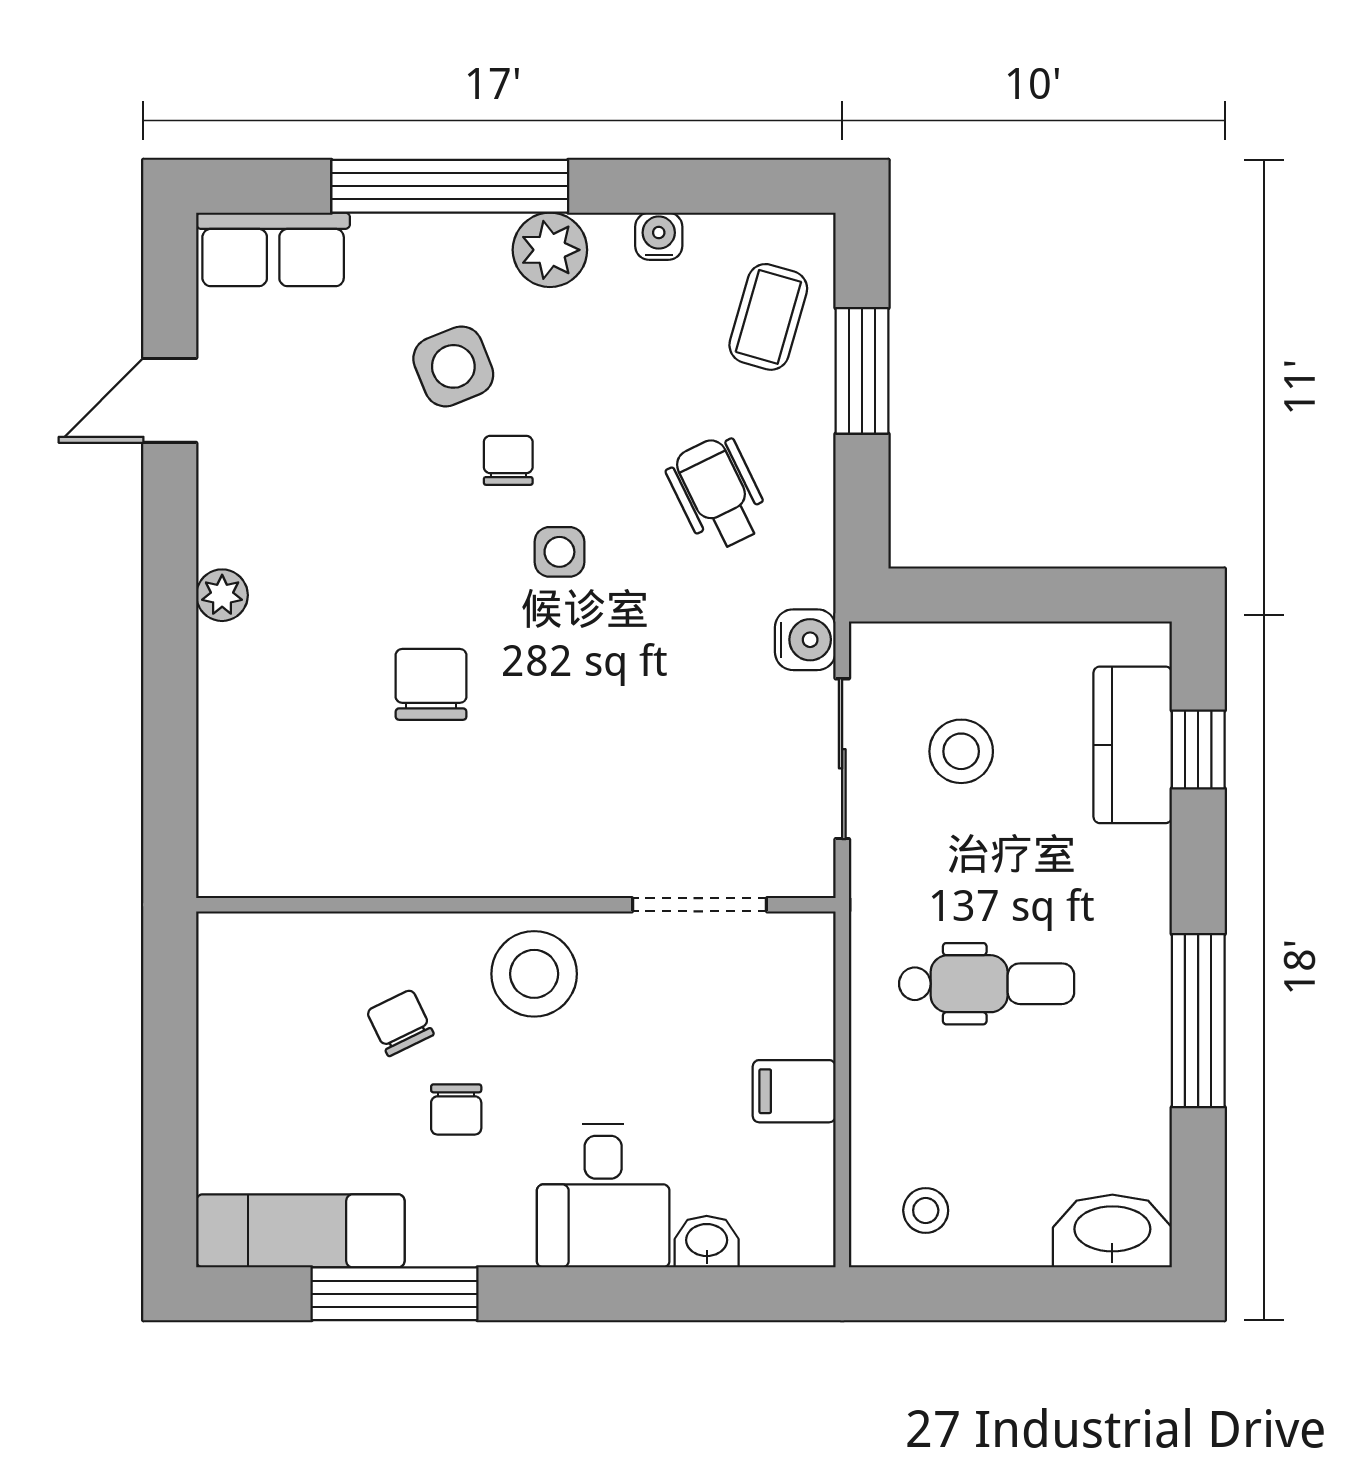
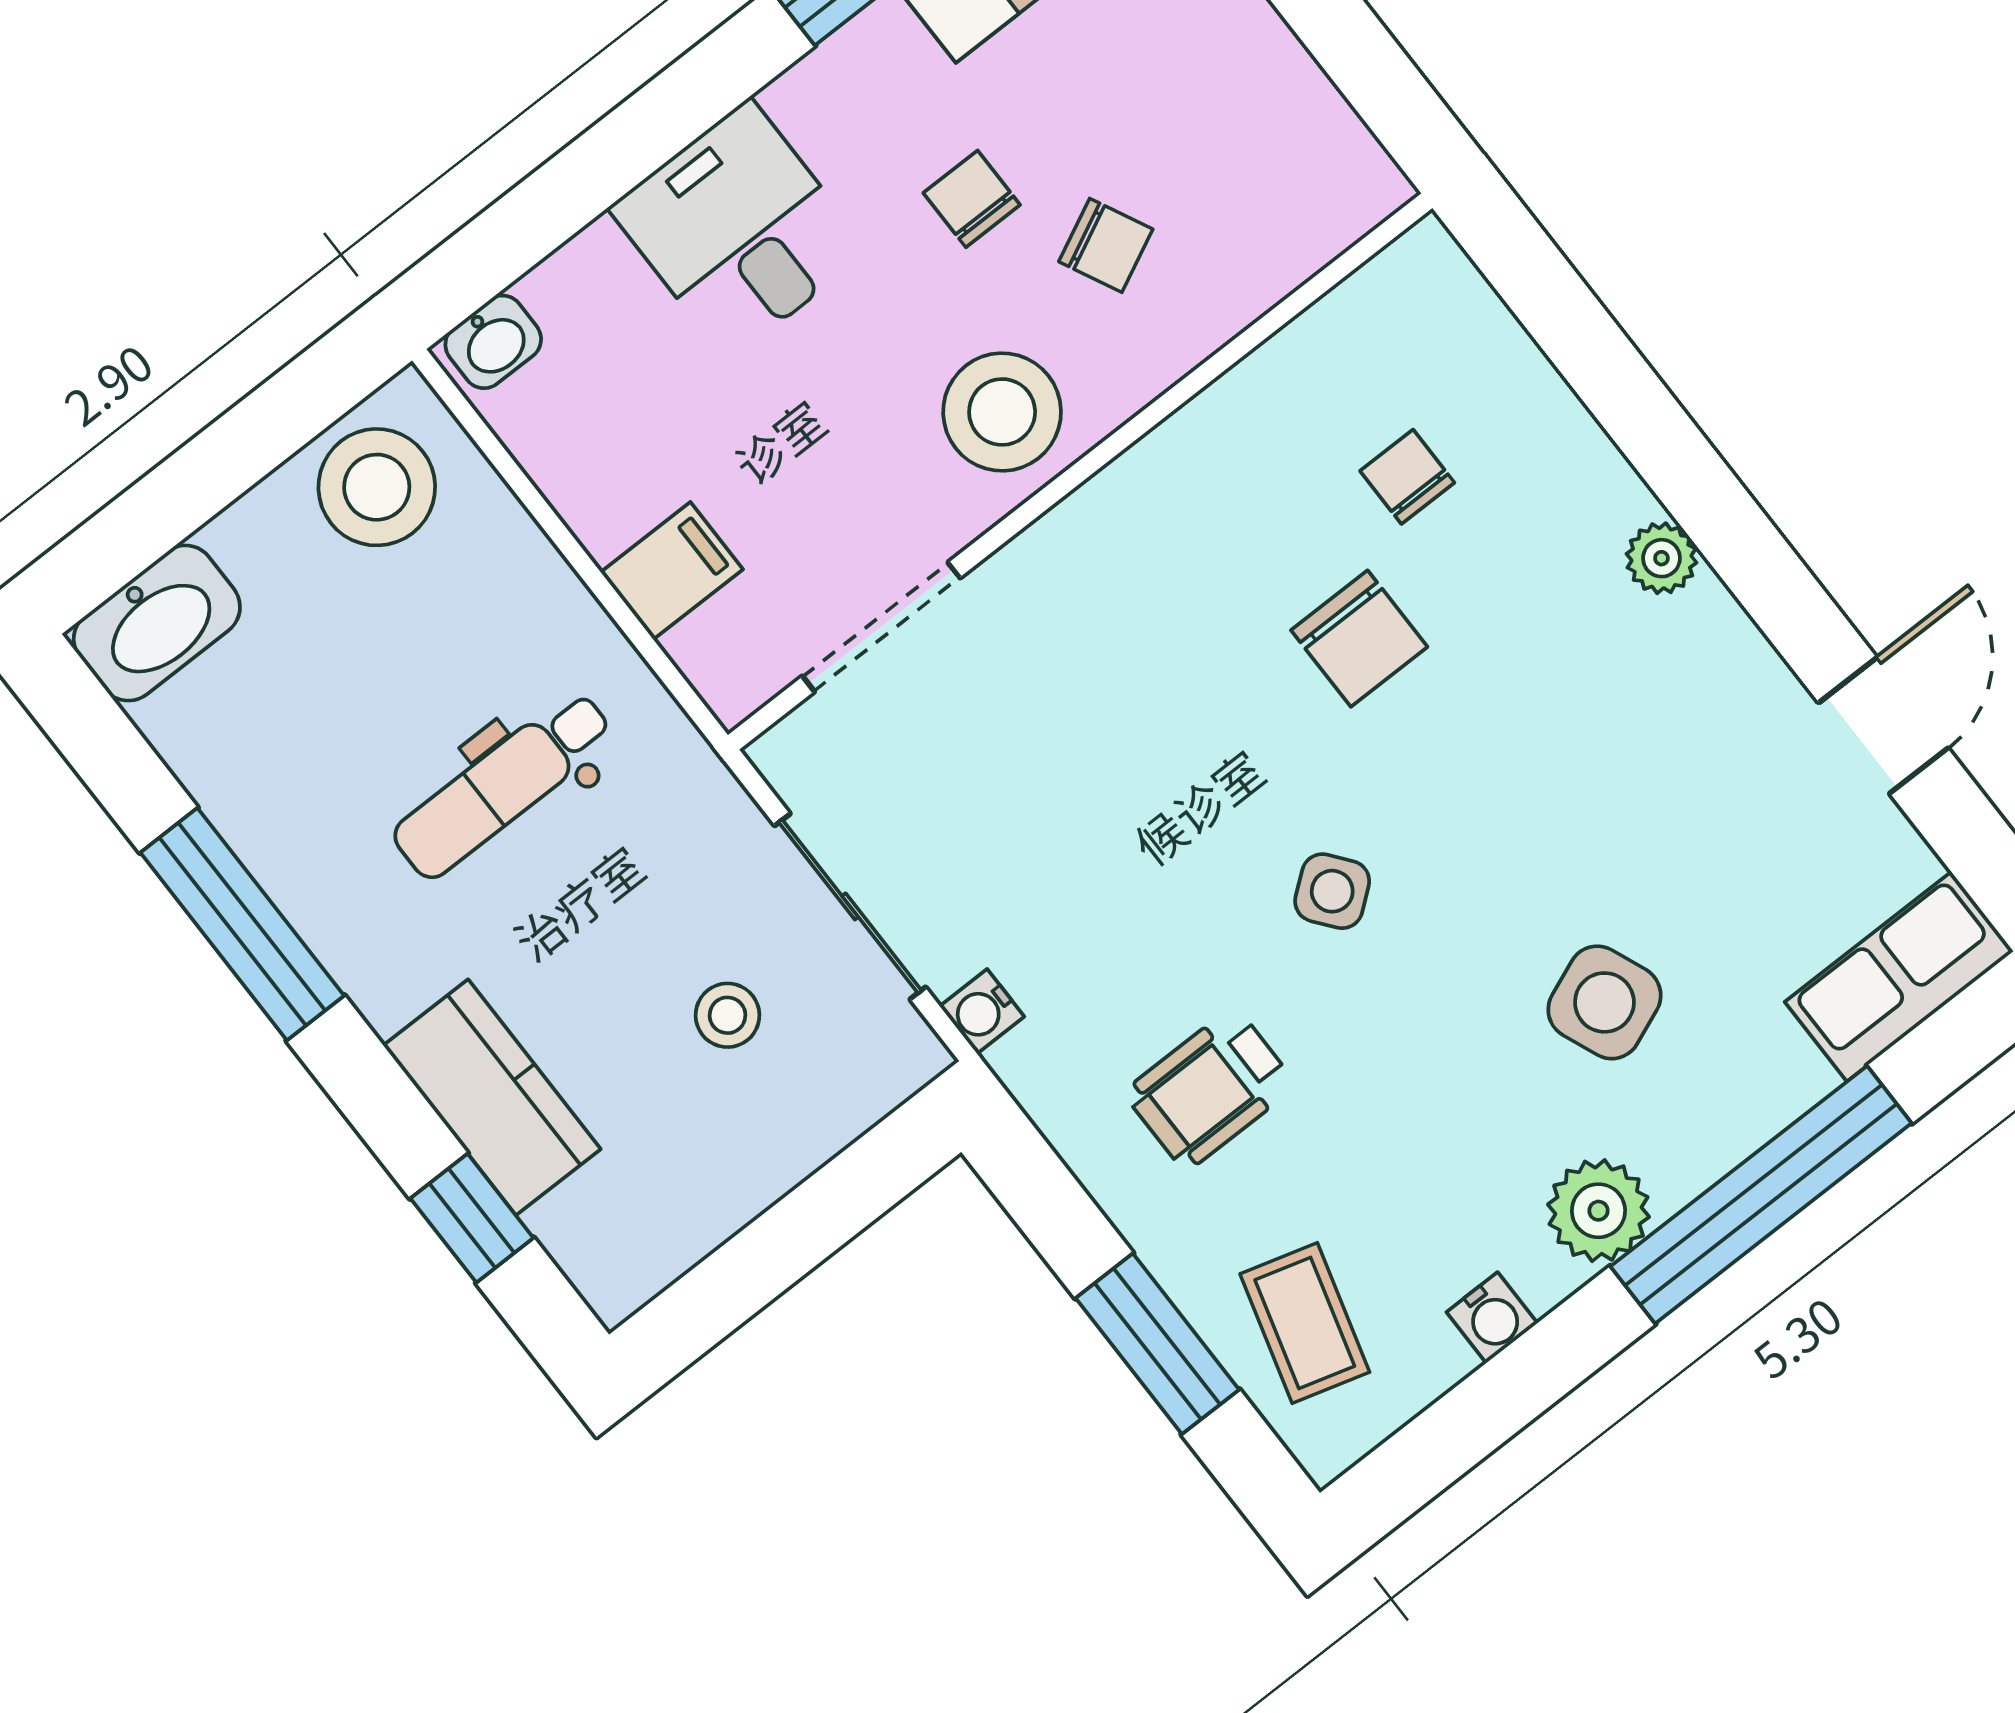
chair: (508, 460) -> (1407, 477), moved, turned 180
wheelchair: (718, 493) -> (1210, 1089), turned 116
side table: (559, 552) -> (1332, 891), turned -38
water cooler: (805, 640) -> (982, 1011), width x0.72, depth x0.72
kitchen counter: (1133, 745) -> (492, 1097), moved
stool: (961, 751) -> (727, 1015), width x0.73, depth x0.73
filing cabinet: (794, 1091) -> (672, 571), moved
stool: (926, 1210) -> (377, 487), width x1.89, depth x1.89
washbasin: (707, 1242) -> (493, 342), moved

